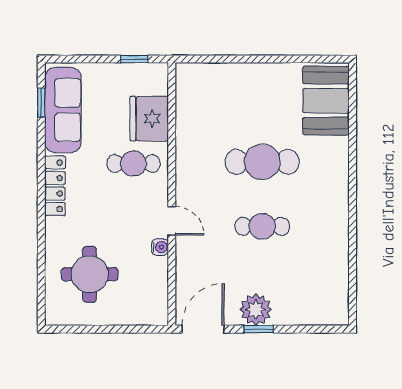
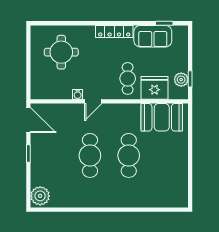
plant: (135, 74) -> (181, 80), added
booth: (326, 101) -> (162, 117), moved
sofa: (63, 110) -> (153, 36), width x0.73
cafe table: (262, 226) -> (90, 155), width x1.37, depth x1.35
plant: (256, 310) -> (40, 196), moved

